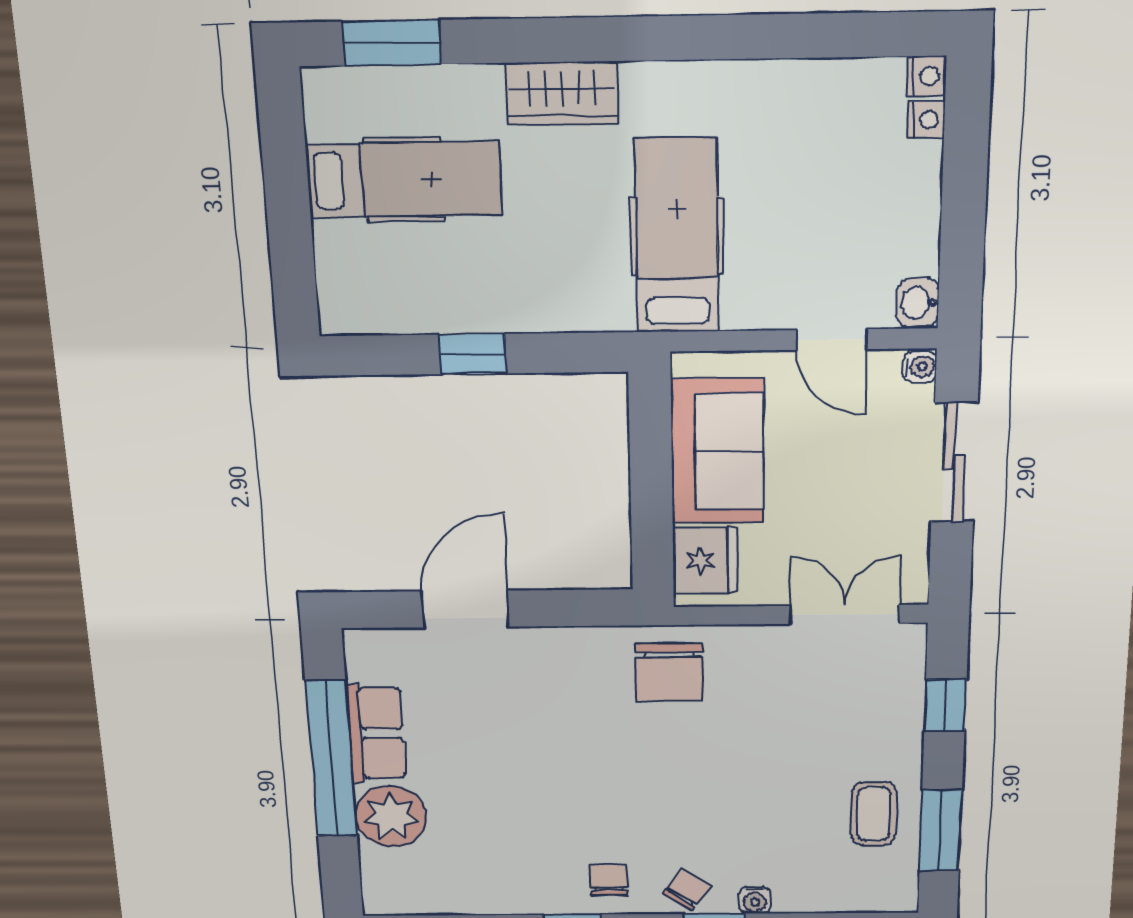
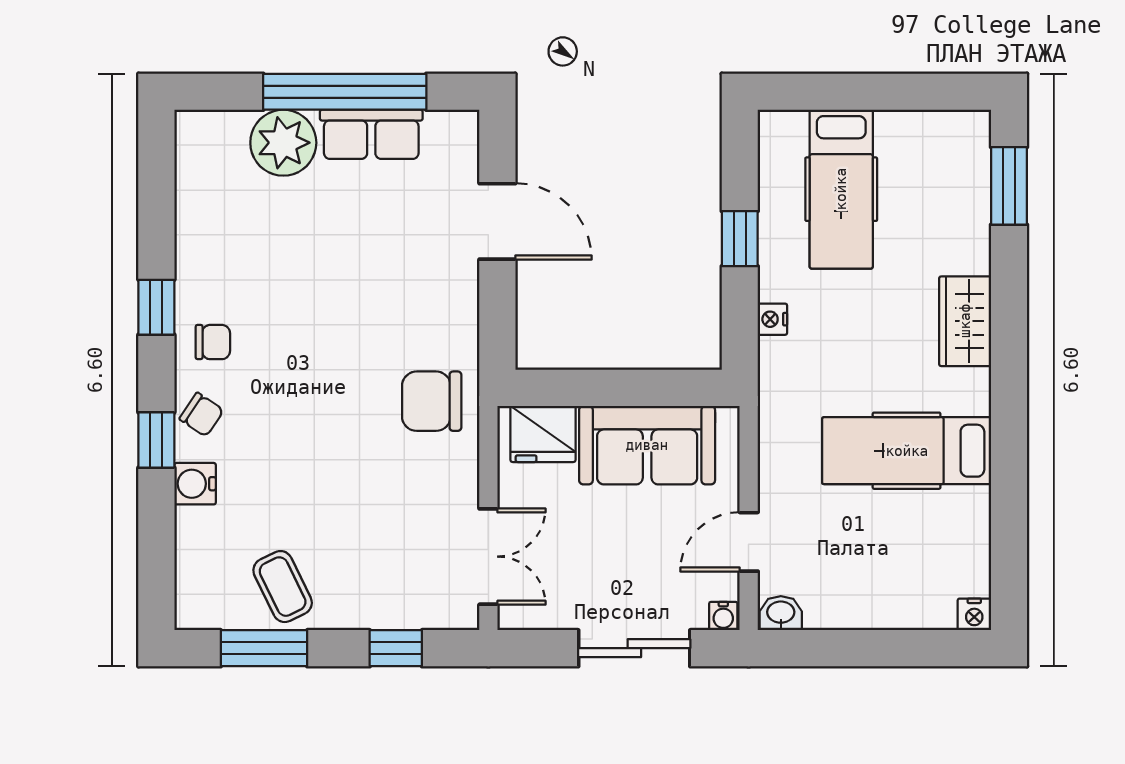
nightstand: (926, 120) -> (772, 319), moved, turned 90
hospital bed: (404, 180) -> (841, 189), moved
hospital bed: (677, 236) -> (907, 451), moved, turned 180
coffee table: (874, 814) -> (283, 587), turned 64
water cooler: (755, 900) -> (195, 484), width x1.38, depth x1.38

